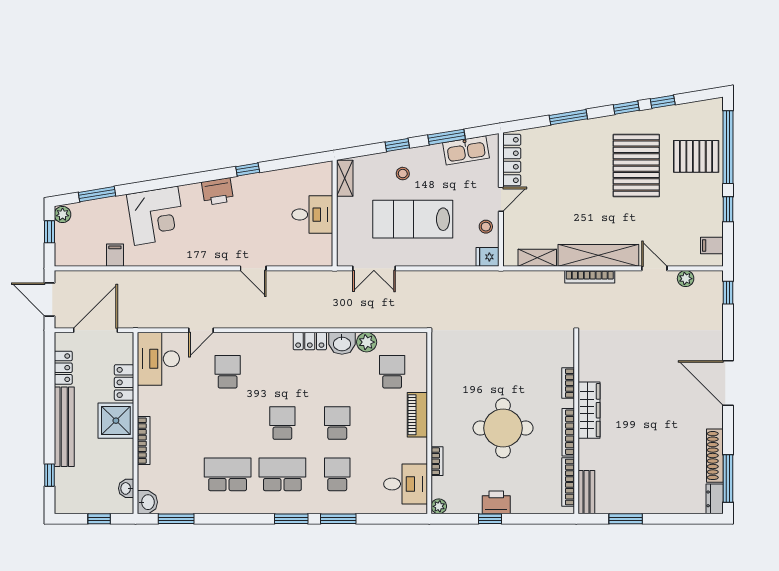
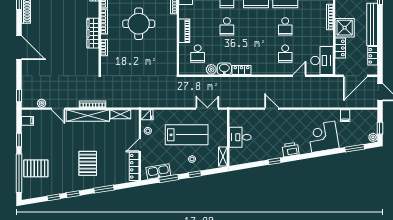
pallet: (636, 166) -> (88, 163), moved, width x0.73, depth x0.71
school desk: (282, 423) -> (285, 26), moved

